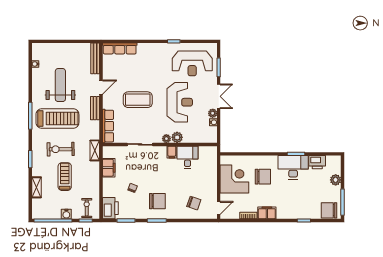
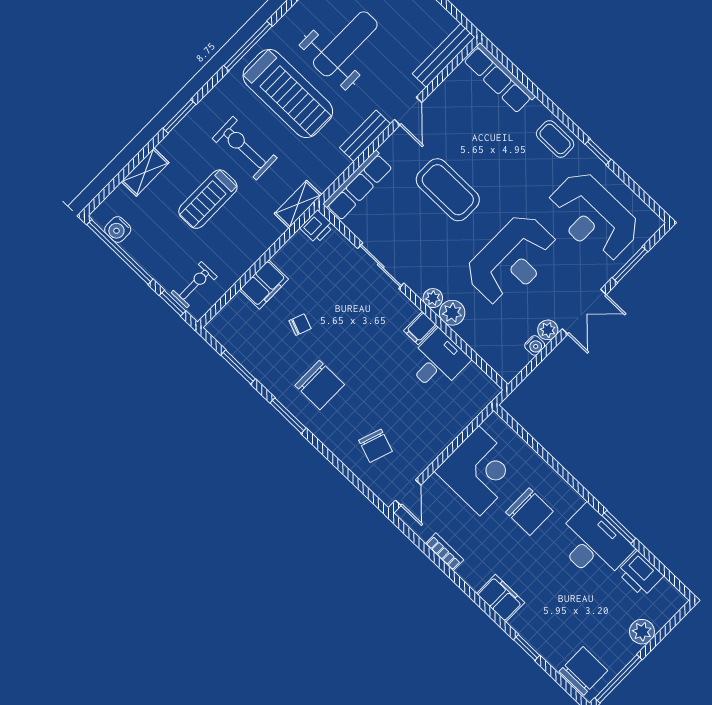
coffee table: (156, 51) -> (555, 139), added
door: (101, 87) -> (408, 111), hinge flipped
filing cabinet: (109, 168) -> (264, 285), moved
treadmill: (65, 177) -> (208, 199), turned 180
printer: (110, 208) -> (317, 227), moved, width x0.53, depth x0.68
door: (219, 208) -> (408, 493), hinge flipped
chair: (329, 210) -> (583, 671), turned 90
filing cabinet: (267, 213) -> (501, 598), moved
water cooler: (66, 214) -> (118, 229), moved

